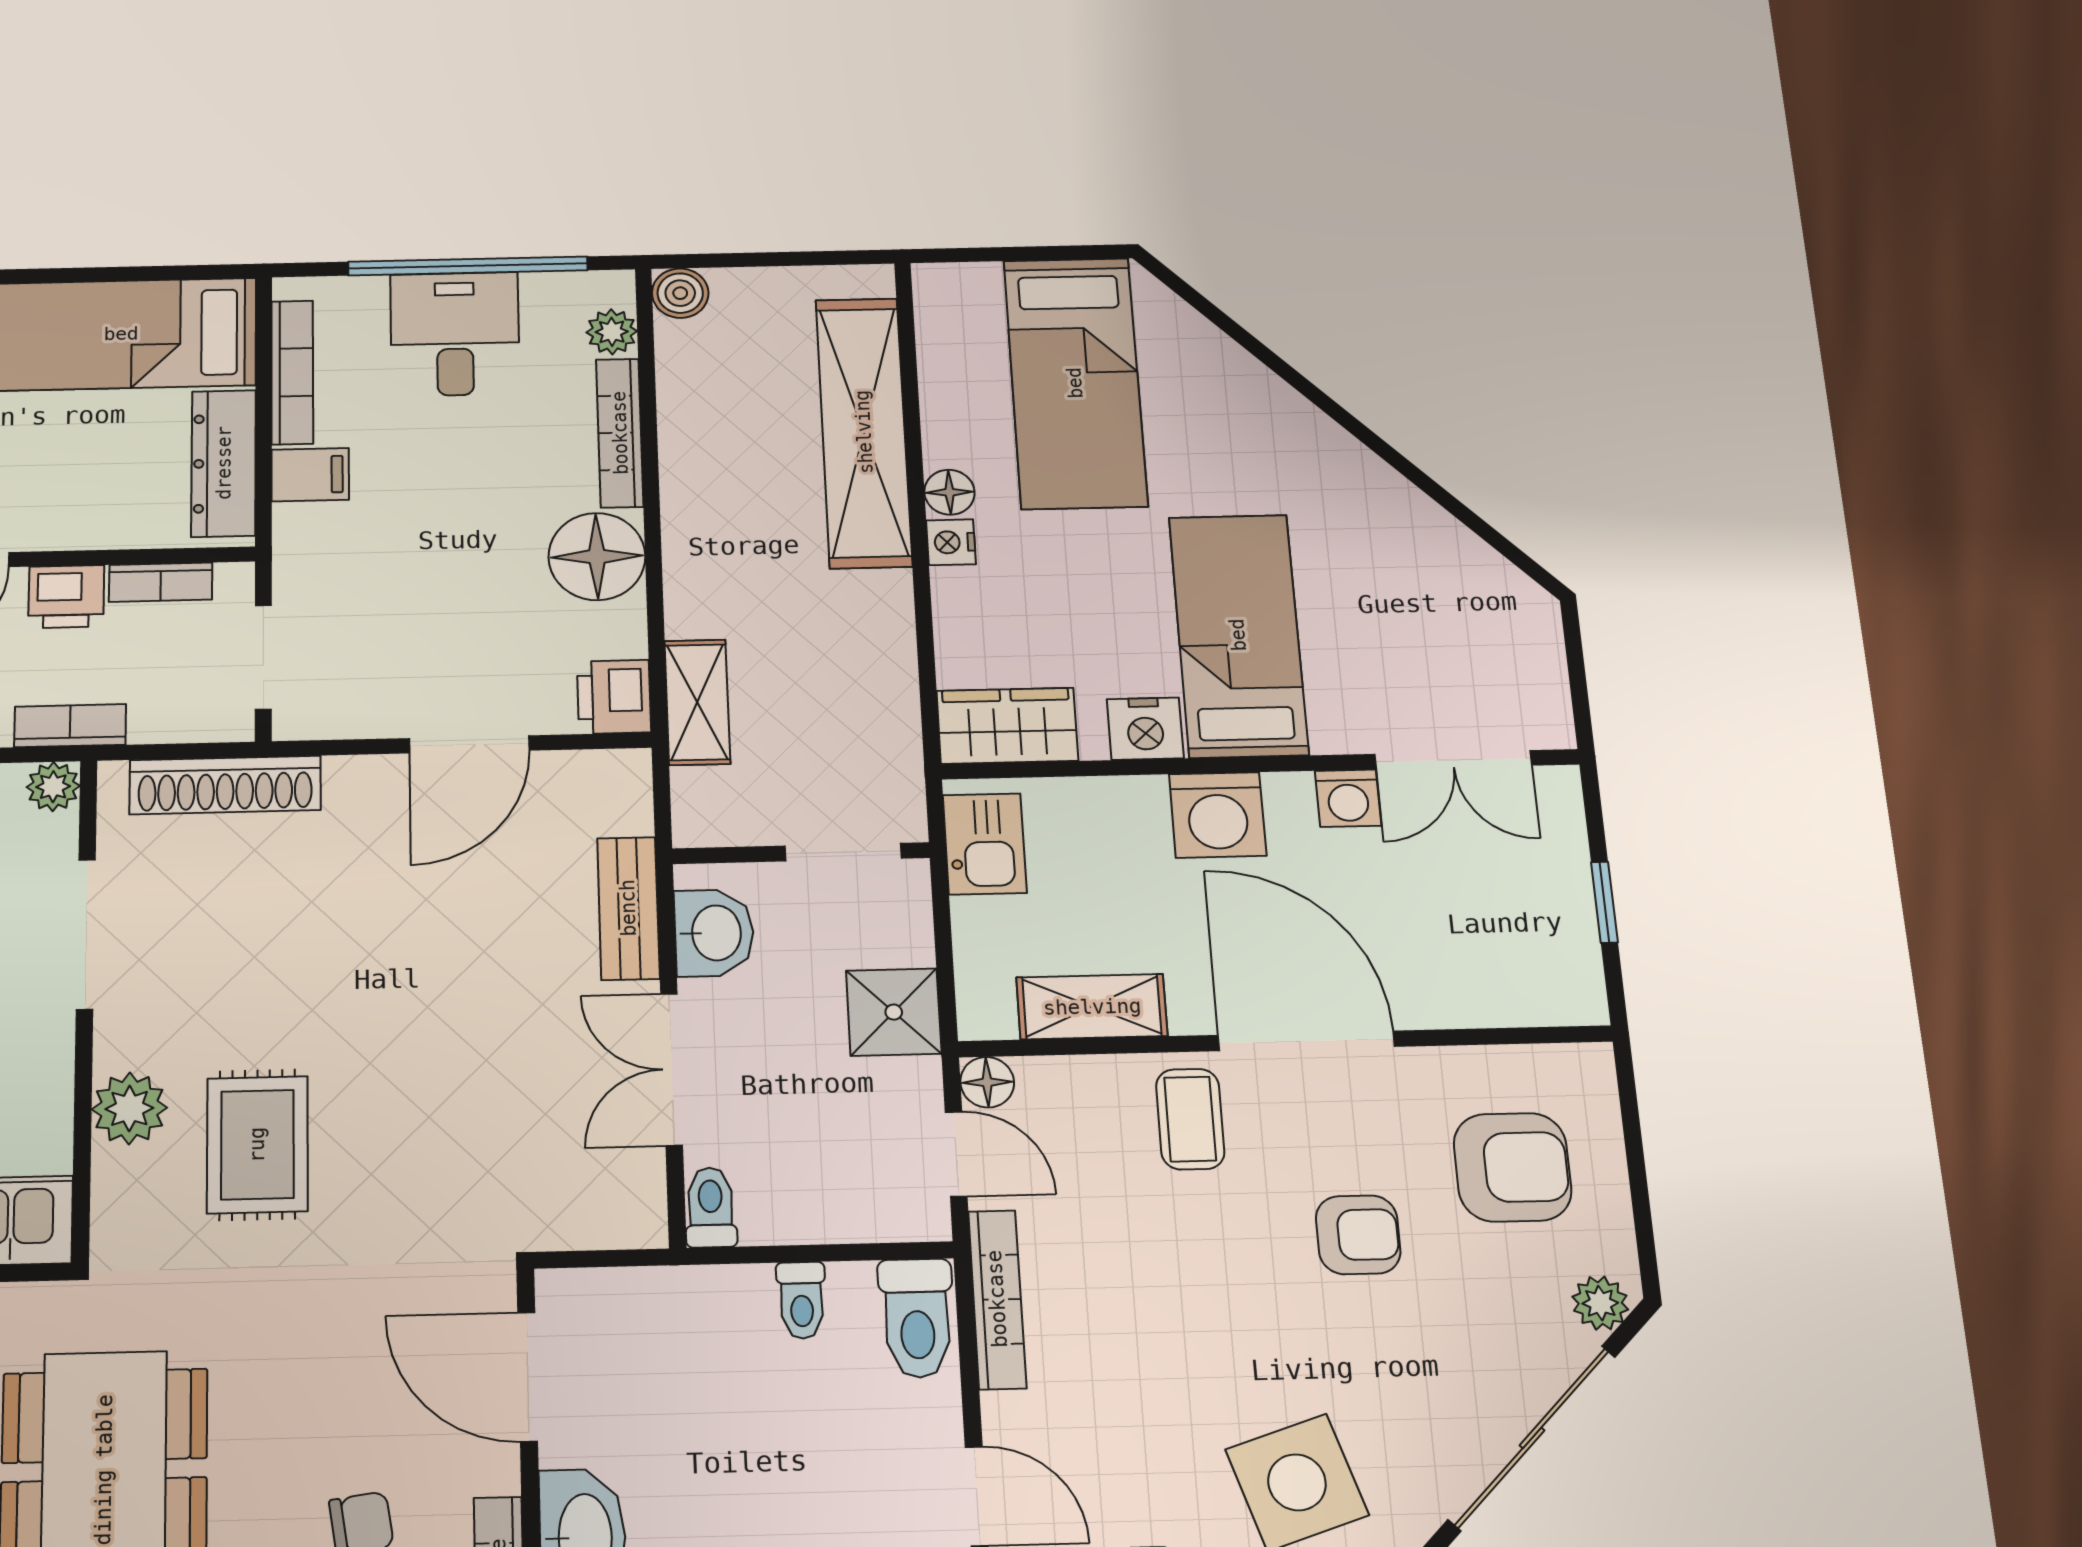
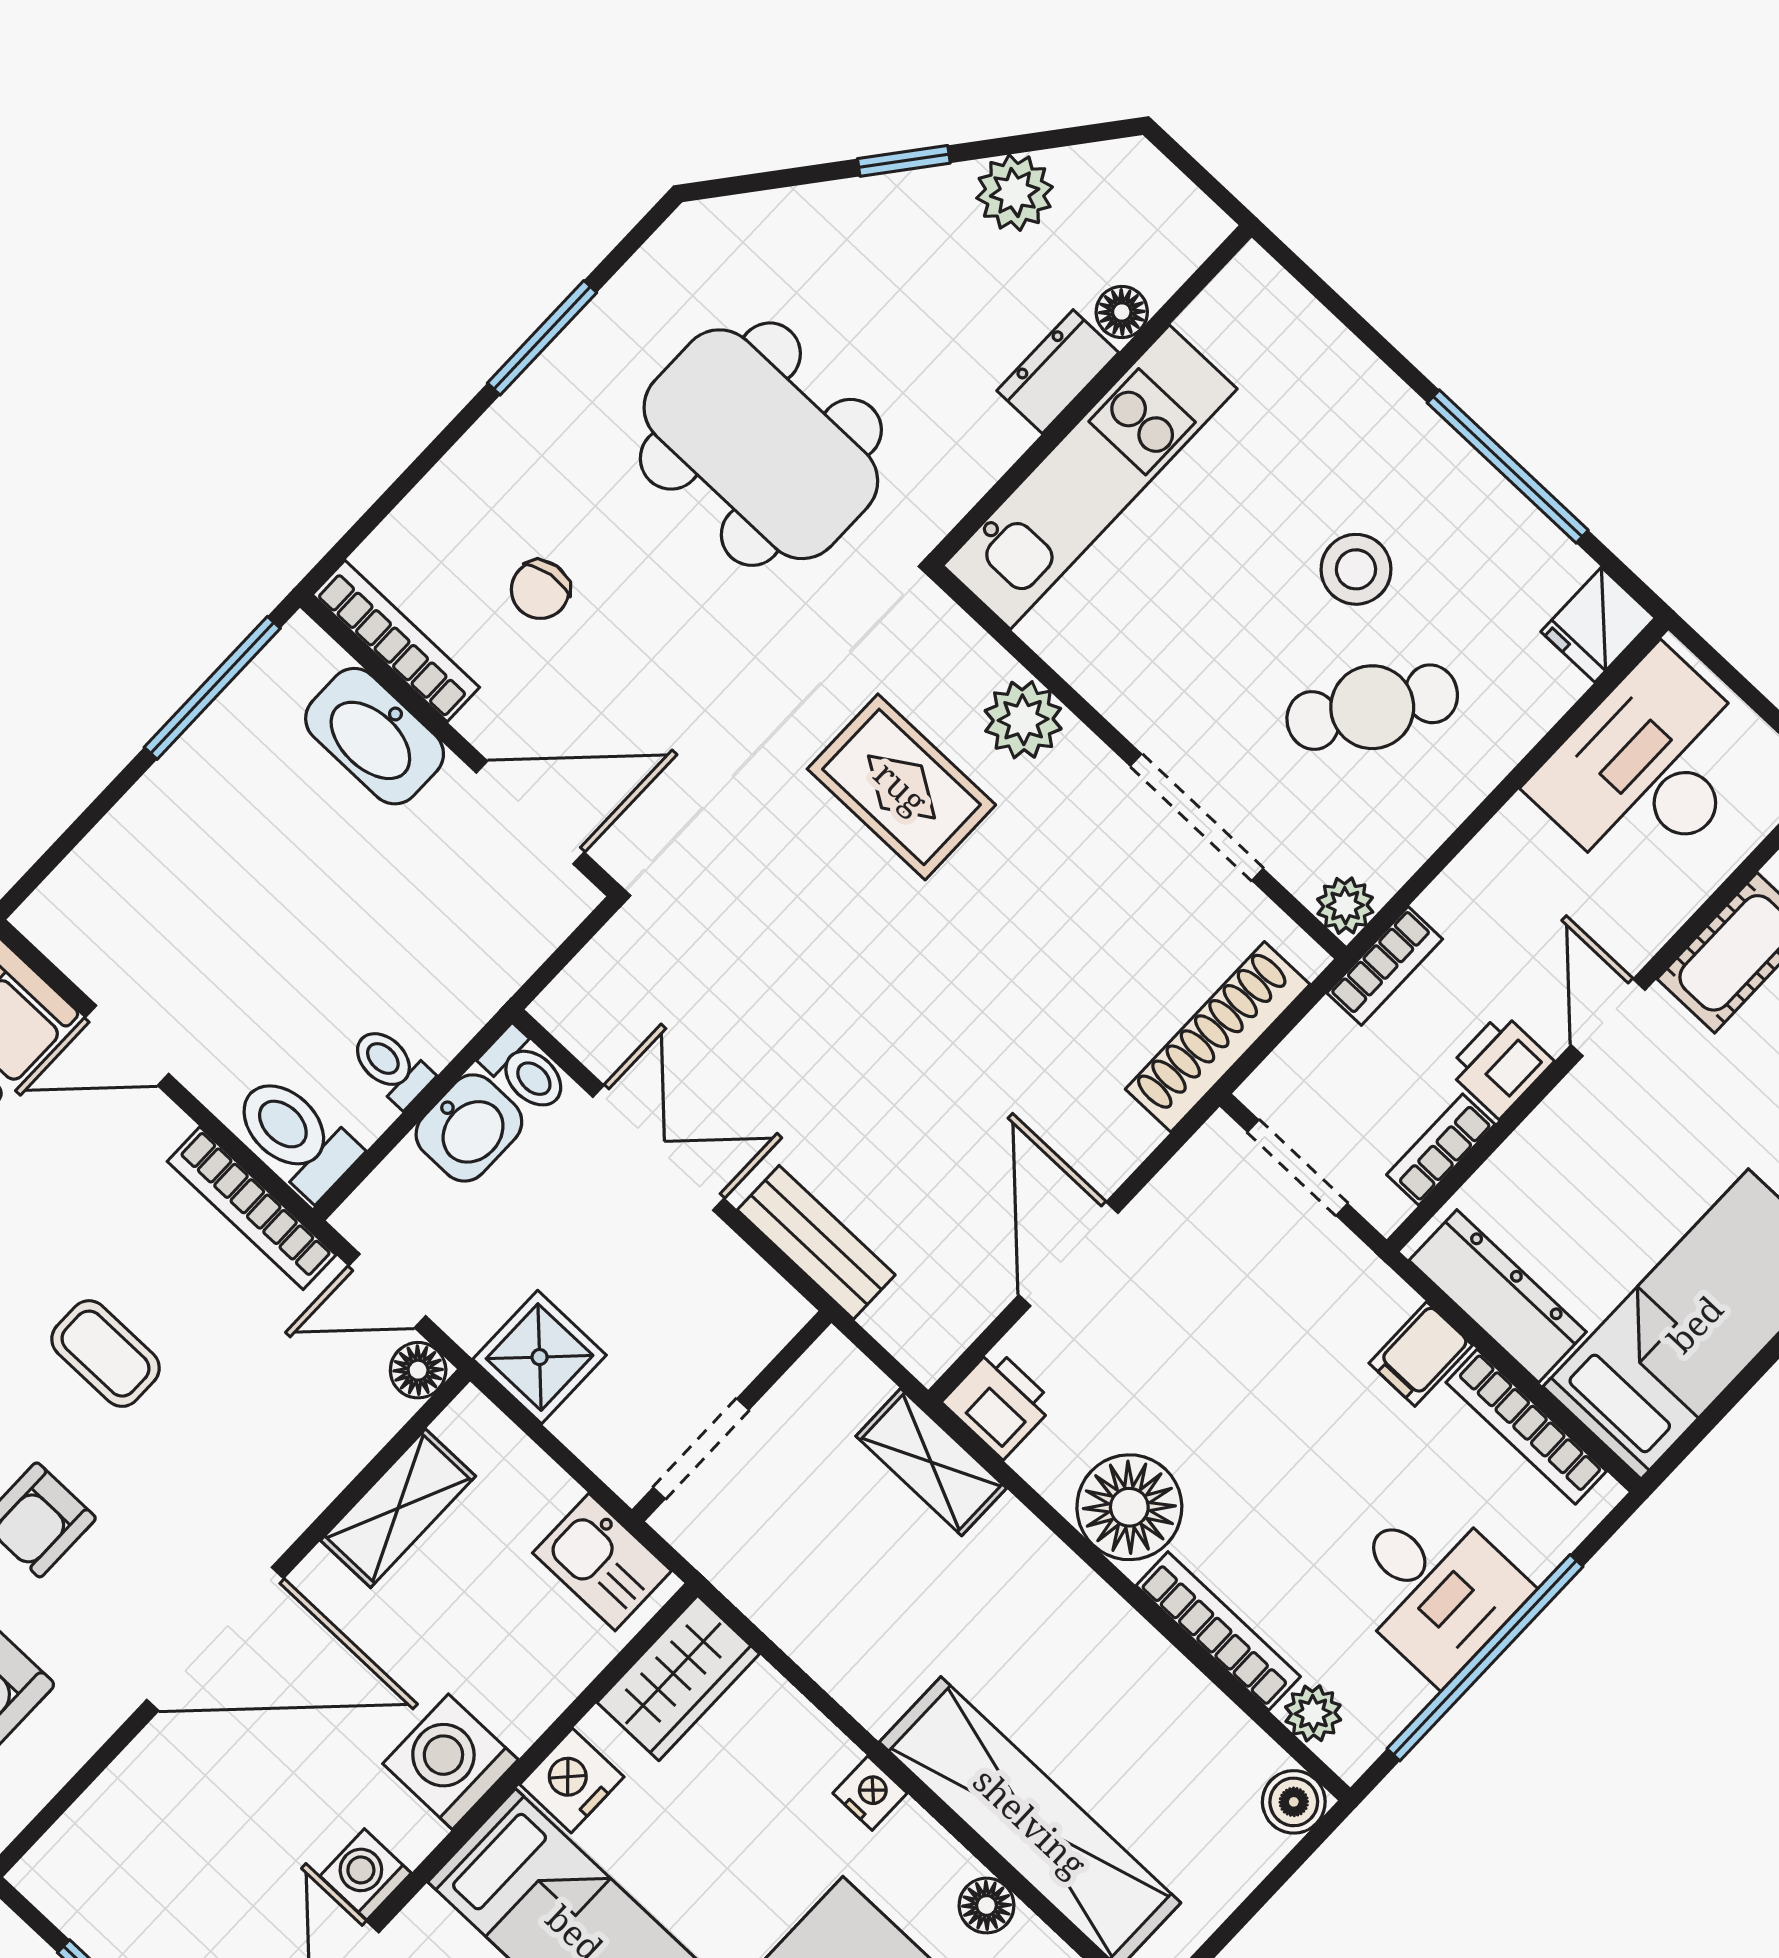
floor lamp: (949, 492) -> (987, 1905), moved
washbasin: (714, 933) -> (469, 1128), moved, turned -90
coffee table: (1190, 1119) -> (106, 1354), moved

